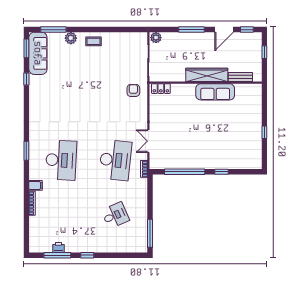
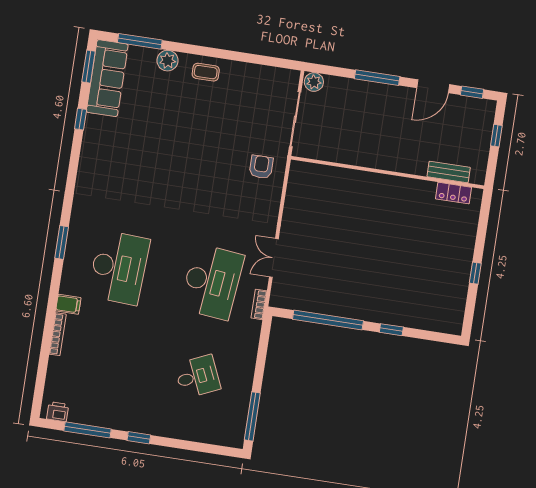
wardrobe: (207, 75) -> (391, 159), removed
locker: (161, 89) -> (454, 193), moved
sofa: (215, 92) -> (401, 191), removed
printer: (58, 247) -> (58, 412), moved

